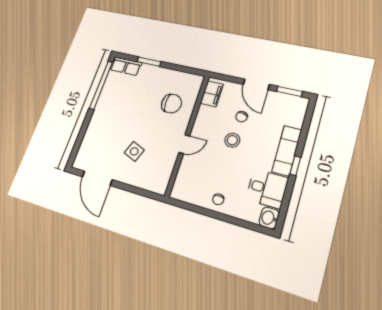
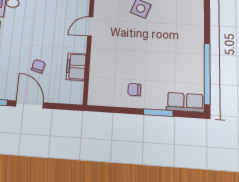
filing cabinet: (212, 94) -> (76, 67), moved
chair: (171, 104) -> (134, 90), moved, width x0.54, depth x0.54
stool: (232, 140) -> (43, 40), removed

